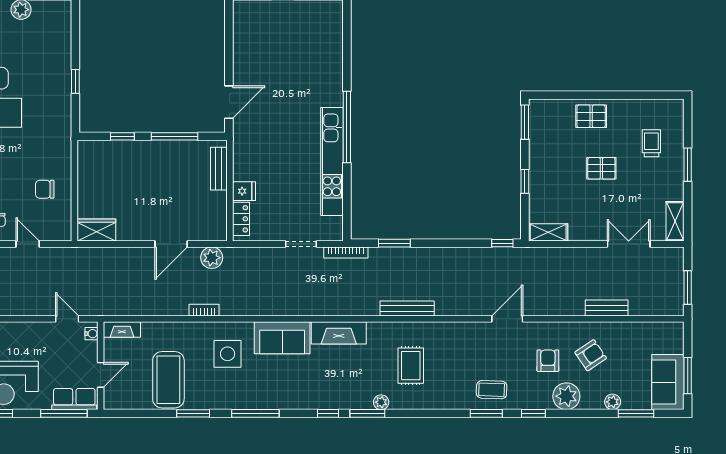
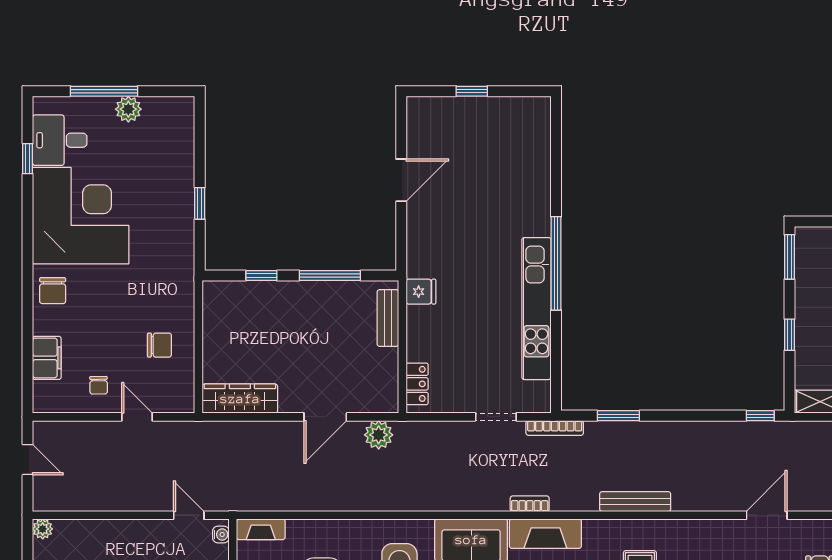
door: (229, 102) -> (401, 180), moved
chair: (45, 189) -> (159, 345), turned 180
fridge: (244, 191) -> (421, 292), moved
wardrobe: (96, 230) -> (240, 399), width x1.50
bookcase: (204, 310) -> (530, 504), moved

